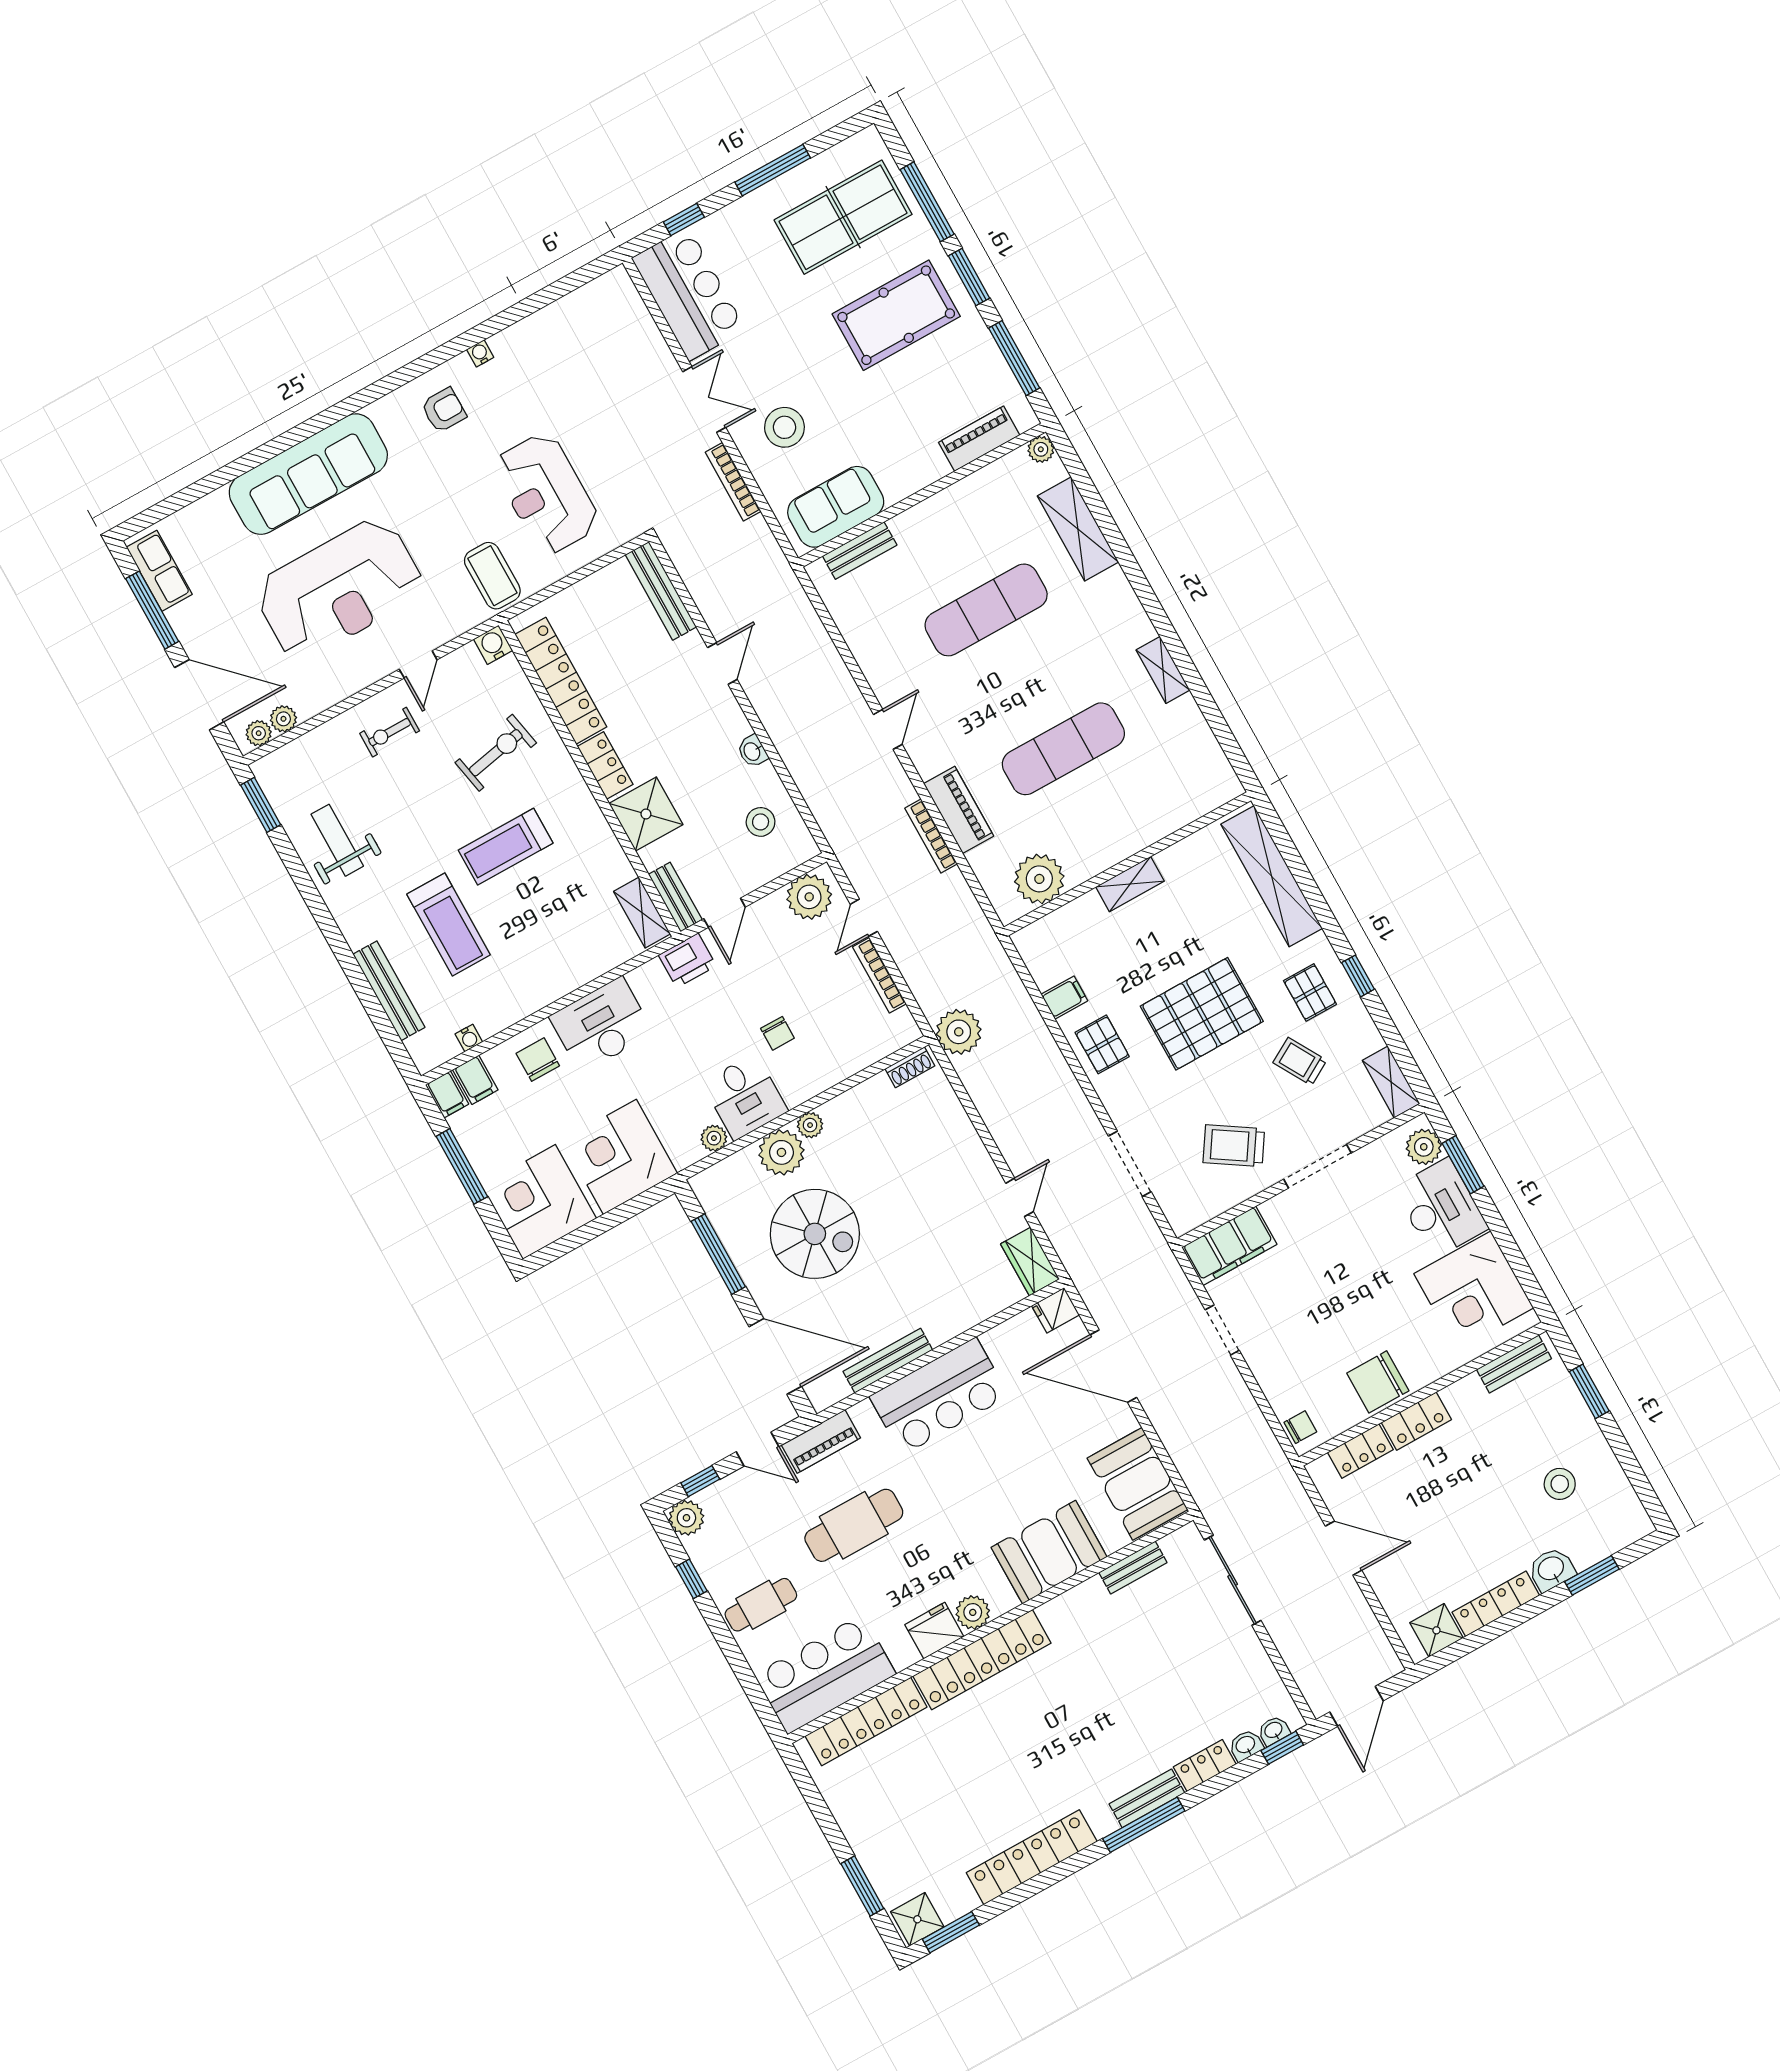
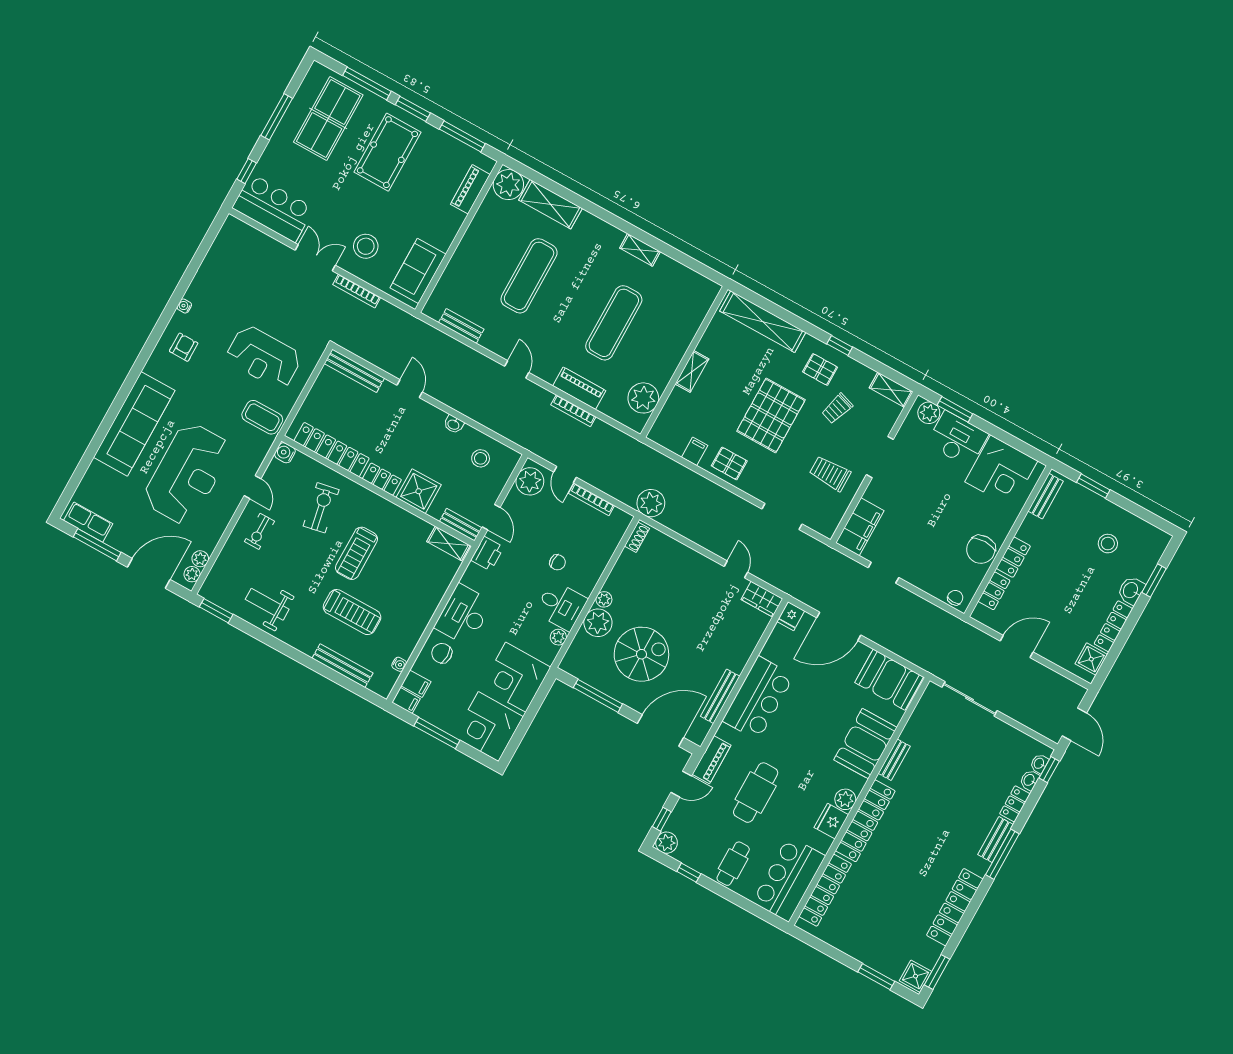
plant: (1041, 449) -> (508, 185), width x1.88, depth x1.88
bench: (860, 550) -> (461, 326), moved, turned 90
trolley: (1300, 1061) -> (837, 409), turned -42
trolley: (1234, 1146) -> (830, 473), turned 57
bench: (1133, 1568) -> (894, 760), moved

